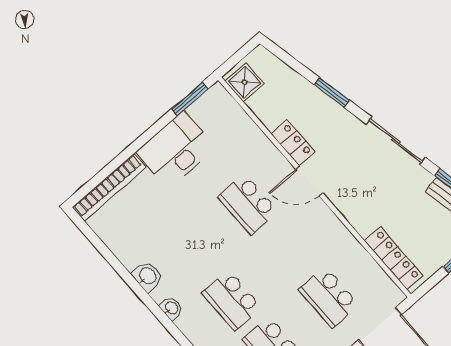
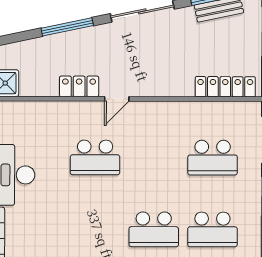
window: (332, 92) -> (67, 27), width x1.44
door: (309, 181) -> (117, 99), width x0.73

